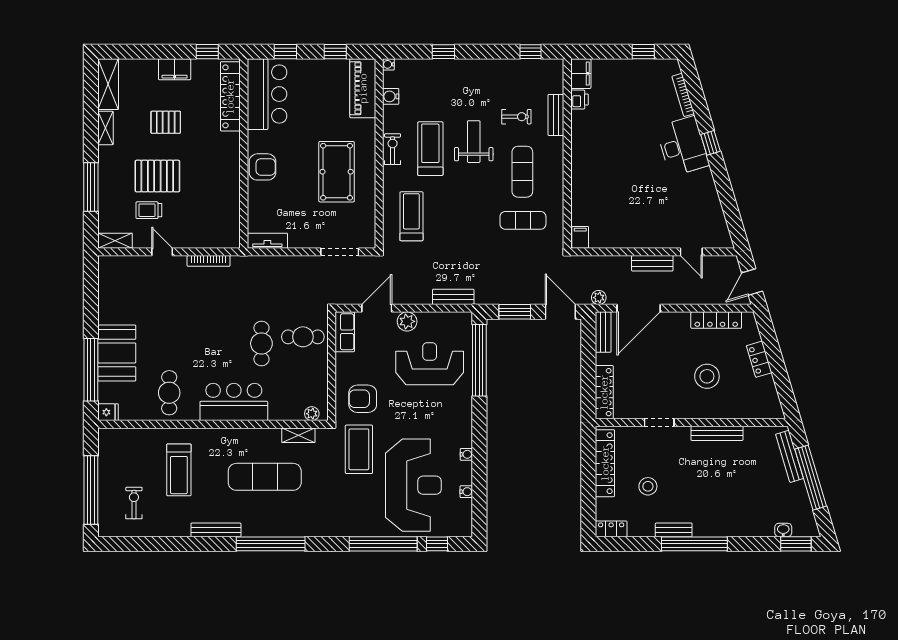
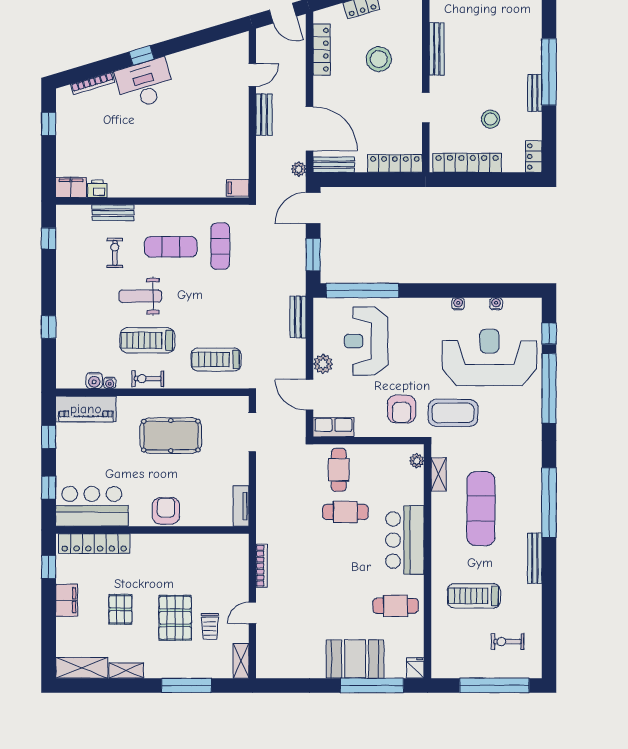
water cooler: (388, 64) -> (110, 383), moved
treadmill: (179, 470) -> (474, 596), turned 180

